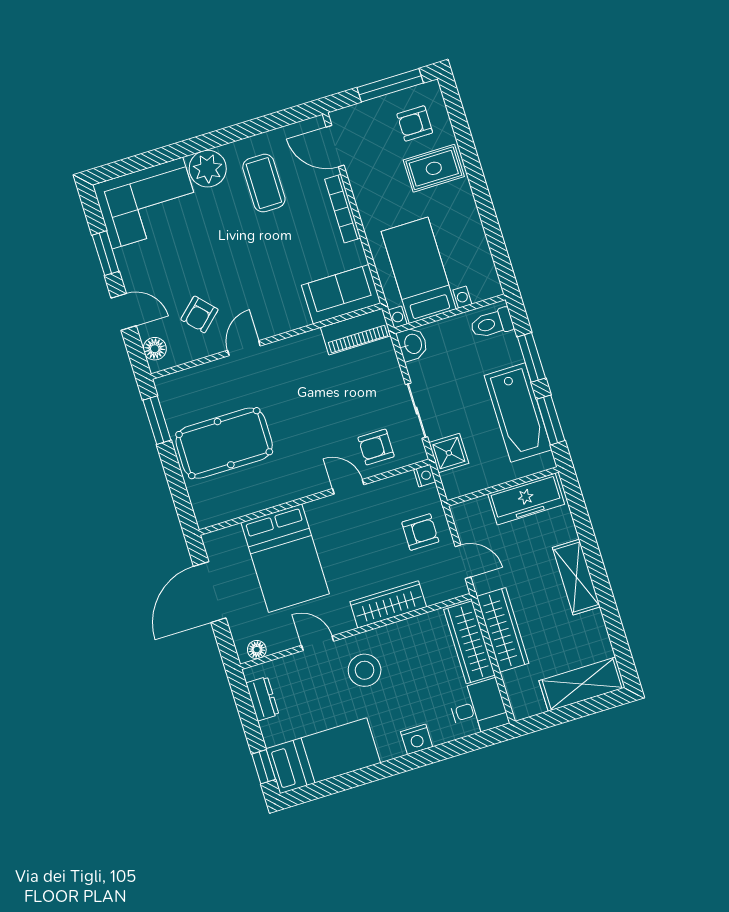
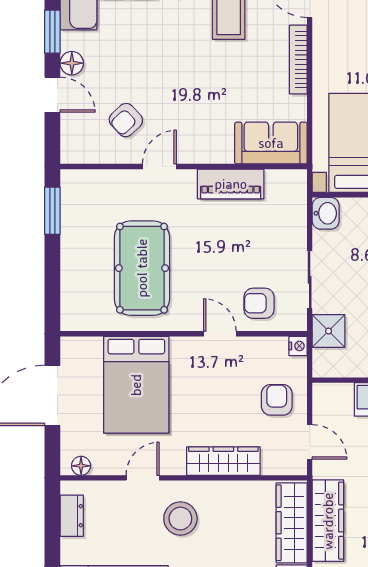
piano: (356, 332) -> (231, 184), moved
floor lamp: (155, 349) -> (72, 63), moved
pool table: (224, 443) -> (142, 268), moved, turned 90
armchair: (420, 532) -> (277, 400), turned -90
door: (318, 643) -> (143, 478), hinge flipped

